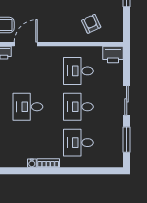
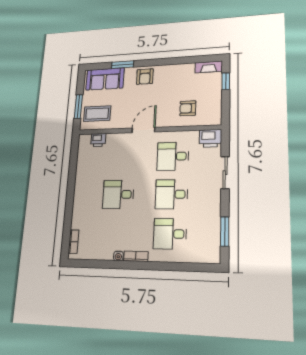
armchair: (91, 24) -> (188, 108), turned -65
door: (26, 44) -> (143, 130), moved
sliding door: (127, 100) -> (225, 173), moved

